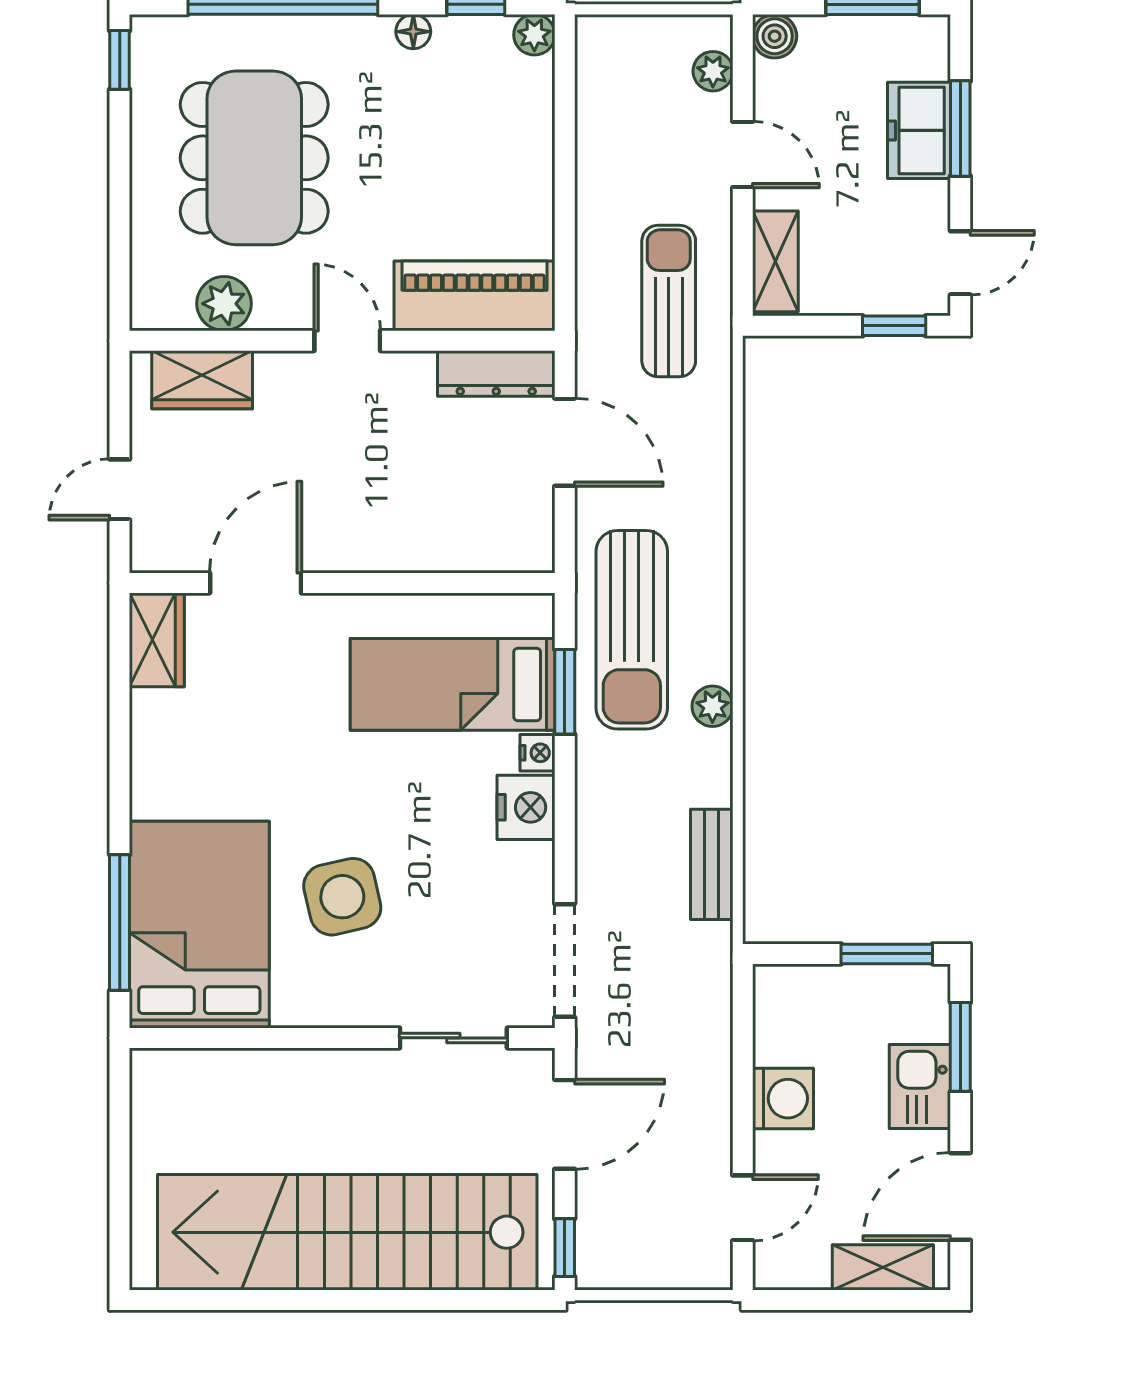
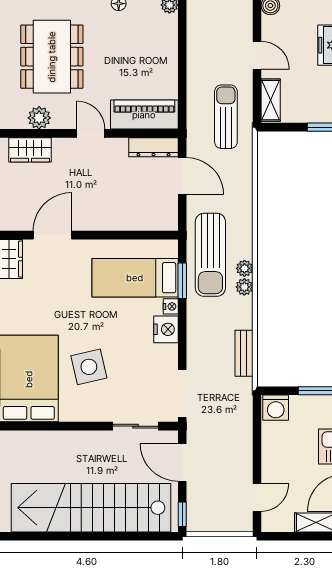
plant: (713, 71) -> (244, 268), moved
washing machine: (783, 1099) -> (276, 408), moved, turned 90
door: (565, 1124) -> (182, 462), swing flipped

